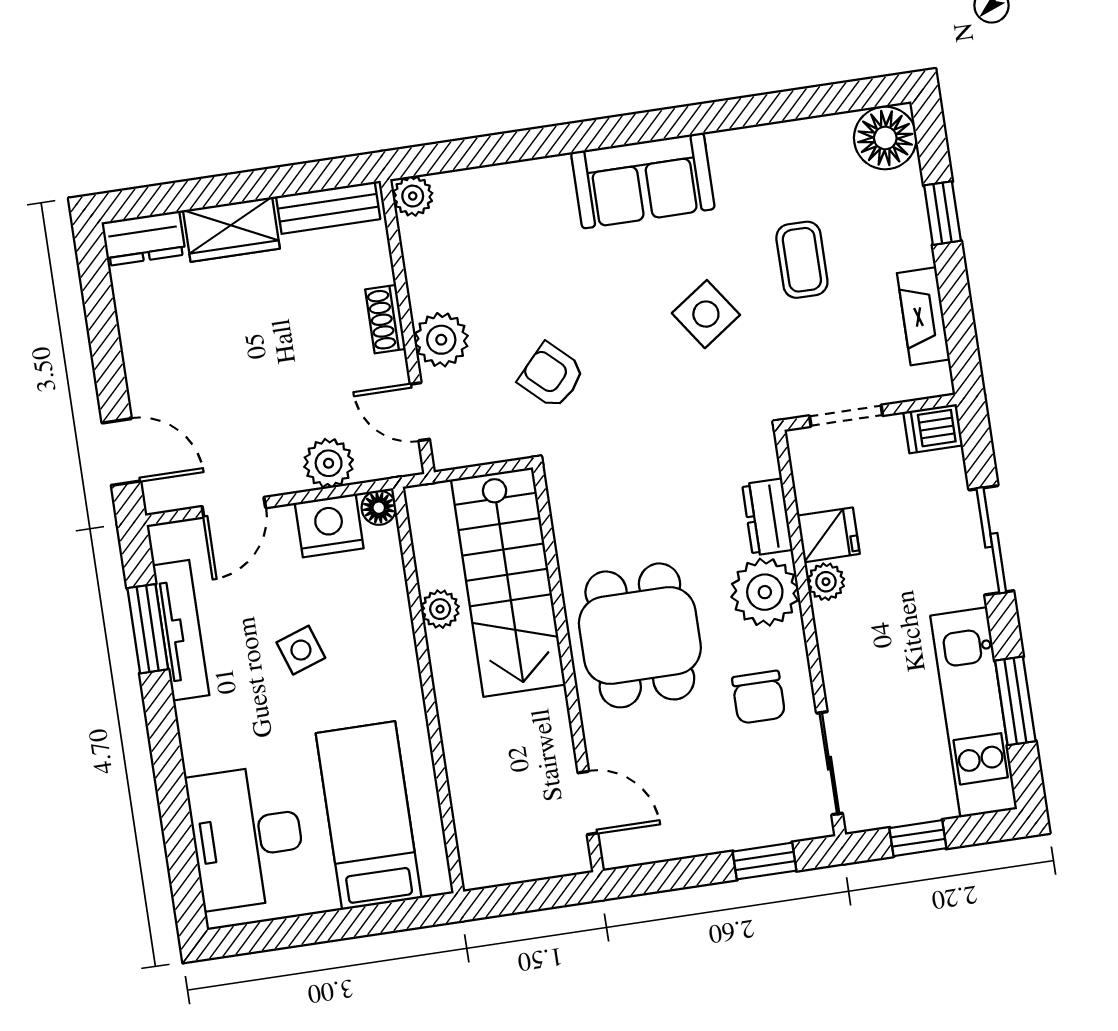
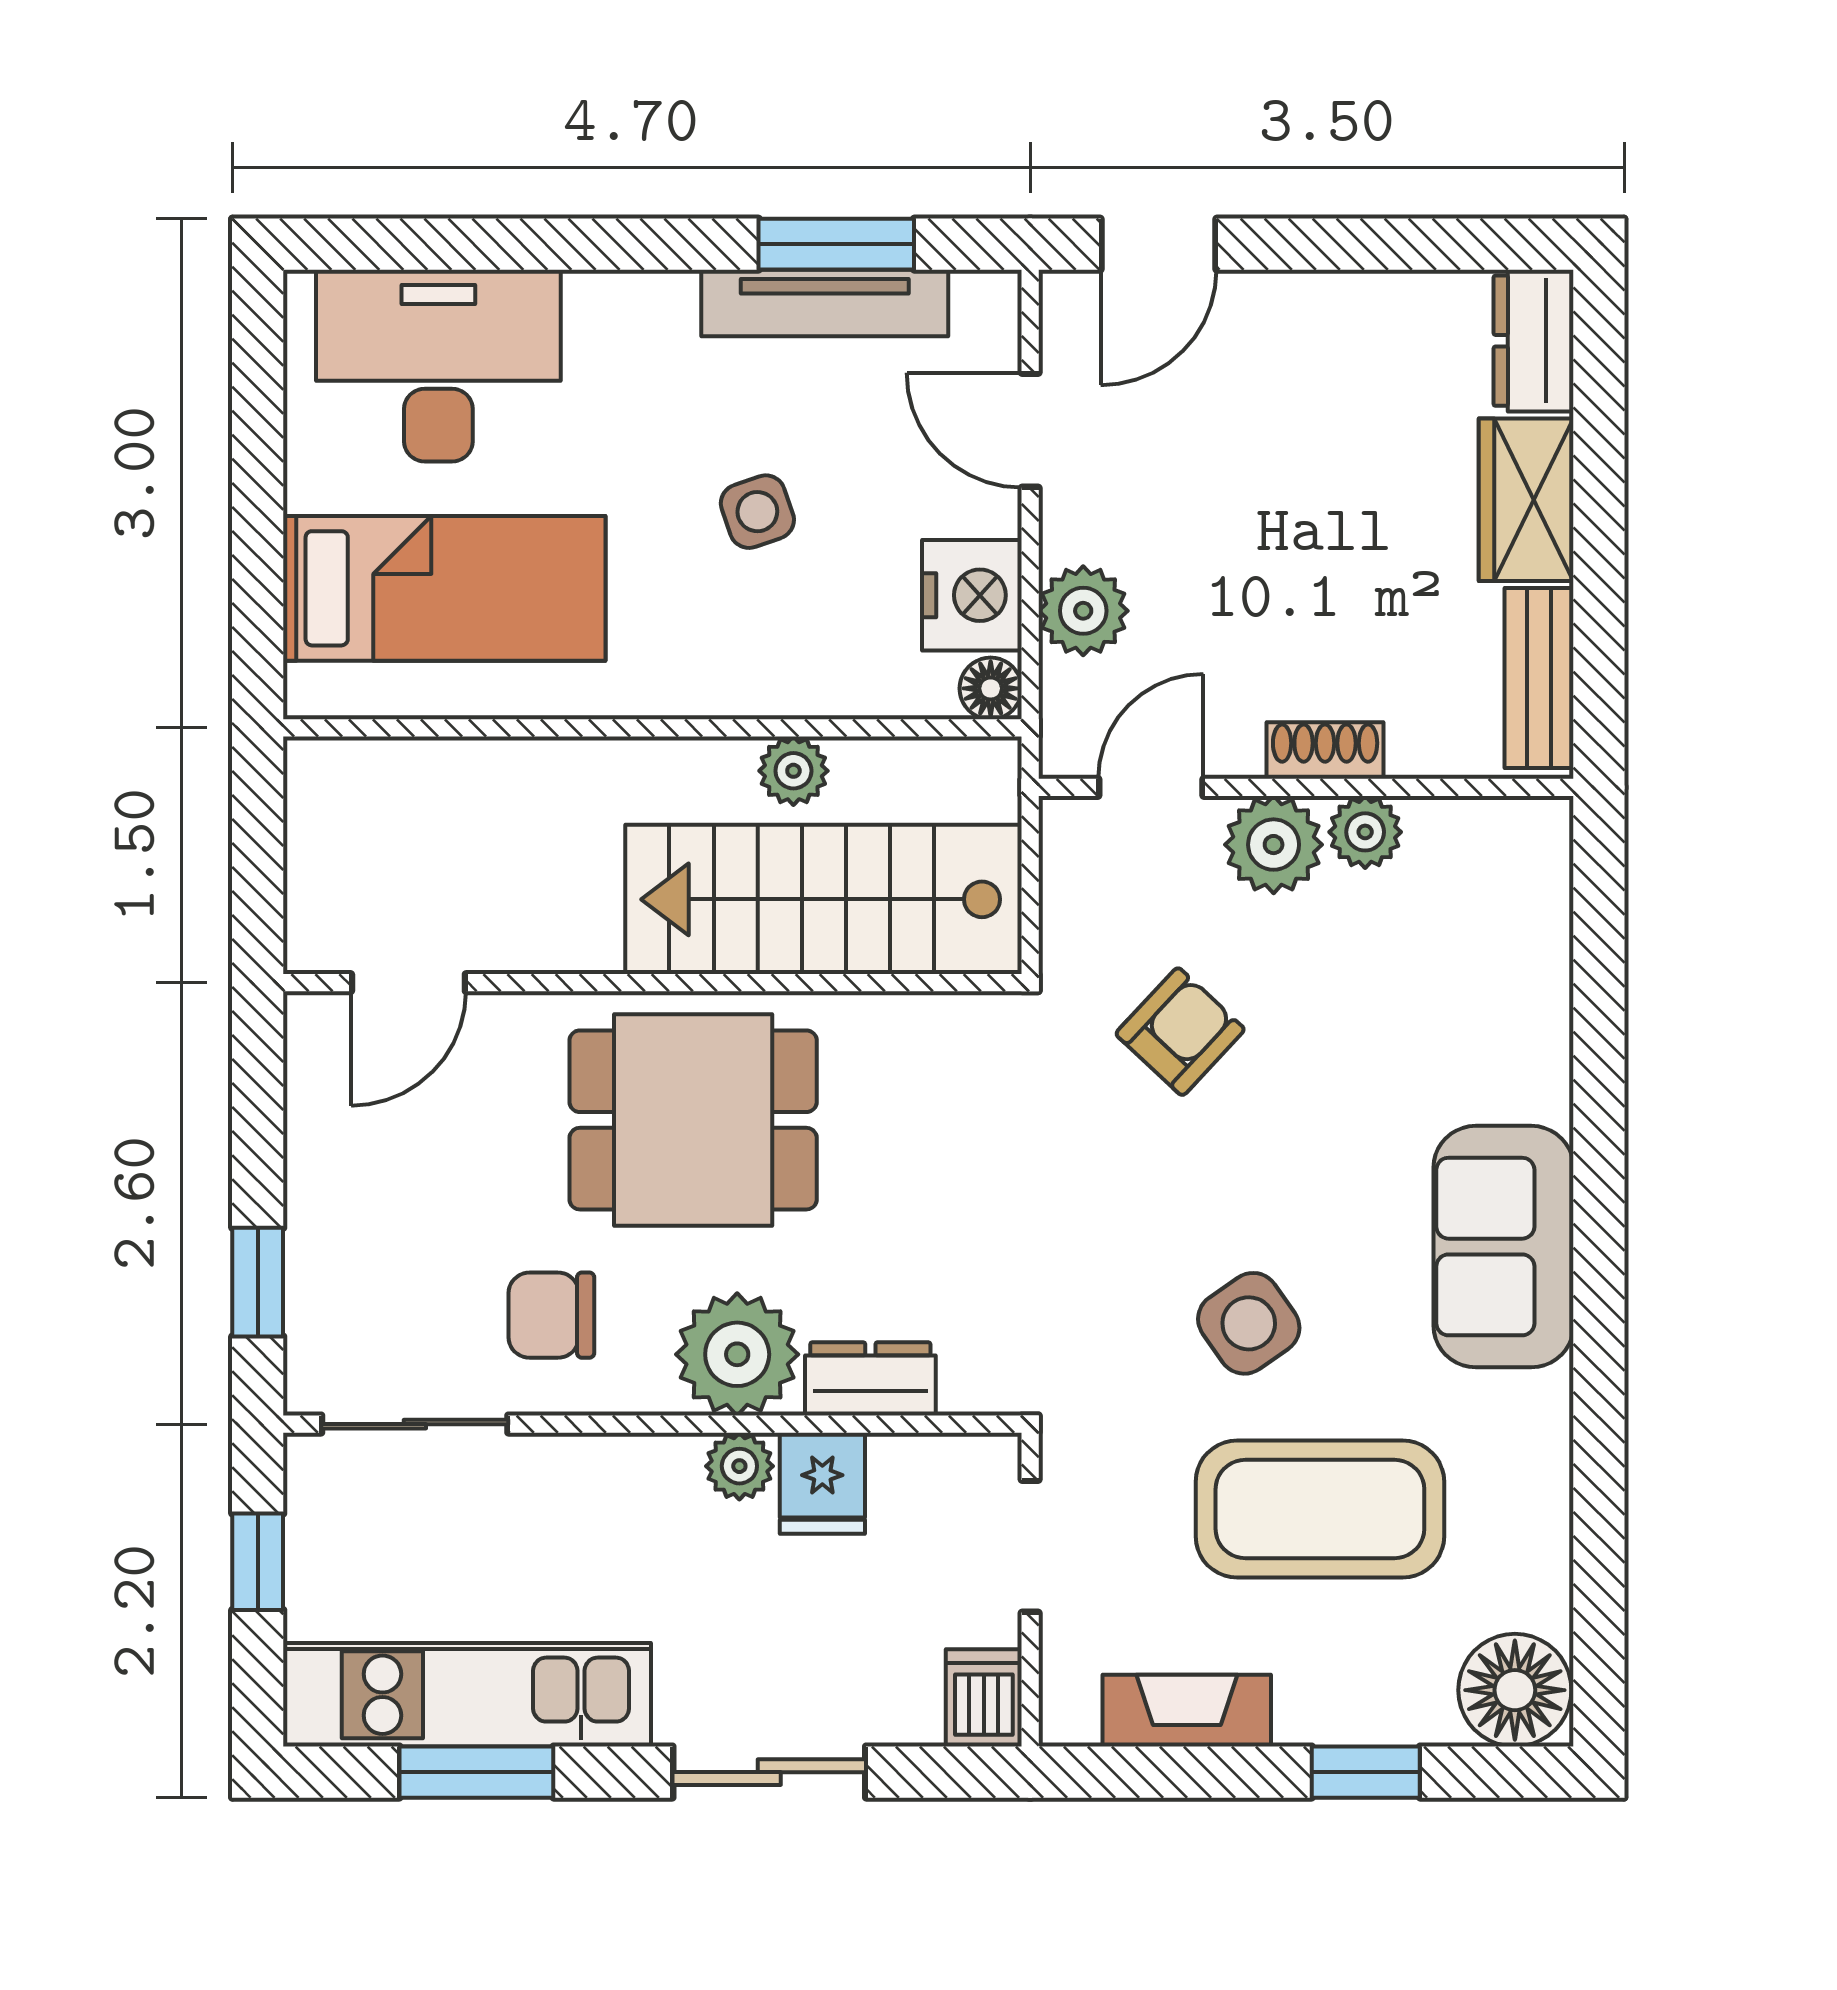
plant: (413, 196) -> (1365, 832), moved
coffee table: (802, 260) -> (1320, 1509), width x1.86, depth x1.72

